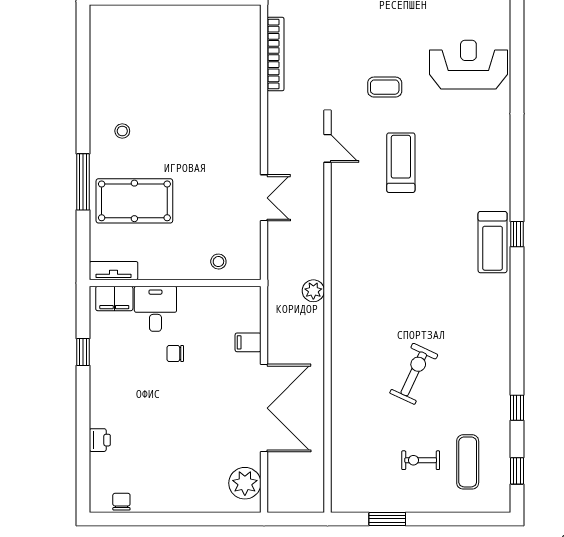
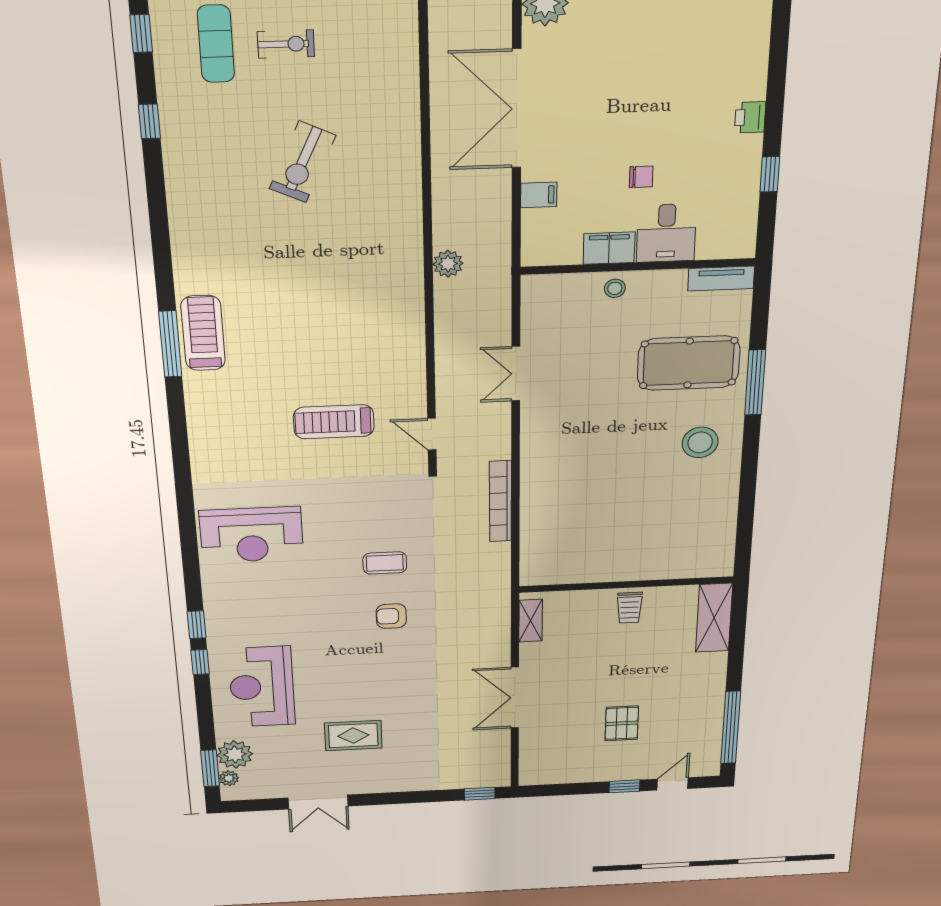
bookcase: (276, 54) -> (500, 501), moved
coffee table: (385, 87) -> (385, 563), moved
stool: (122, 131) -> (700, 442), width x1.89, depth x1.89
treadmill: (401, 163) -> (334, 422), turned 90
window: (517, 234) -> (170, 344), width x2.17
stool: (218, 262) -> (615, 288), moved
filing cabinet: (114, 298) -> (609, 248), moved
printer: (100, 440) -> (750, 117), moved

